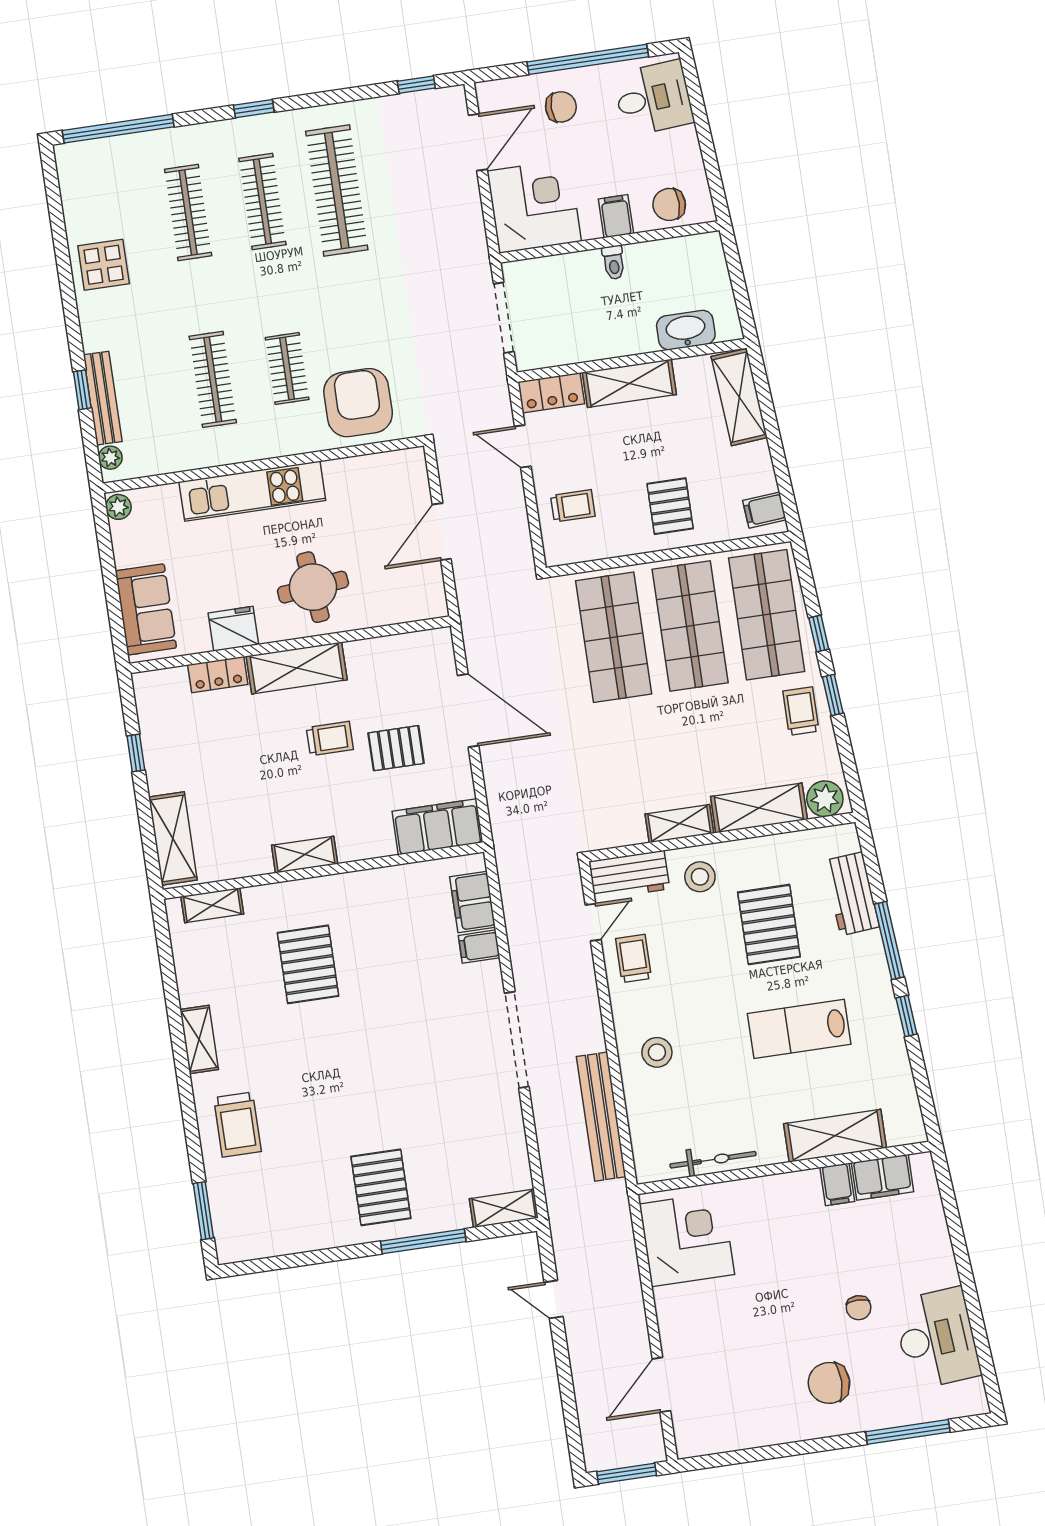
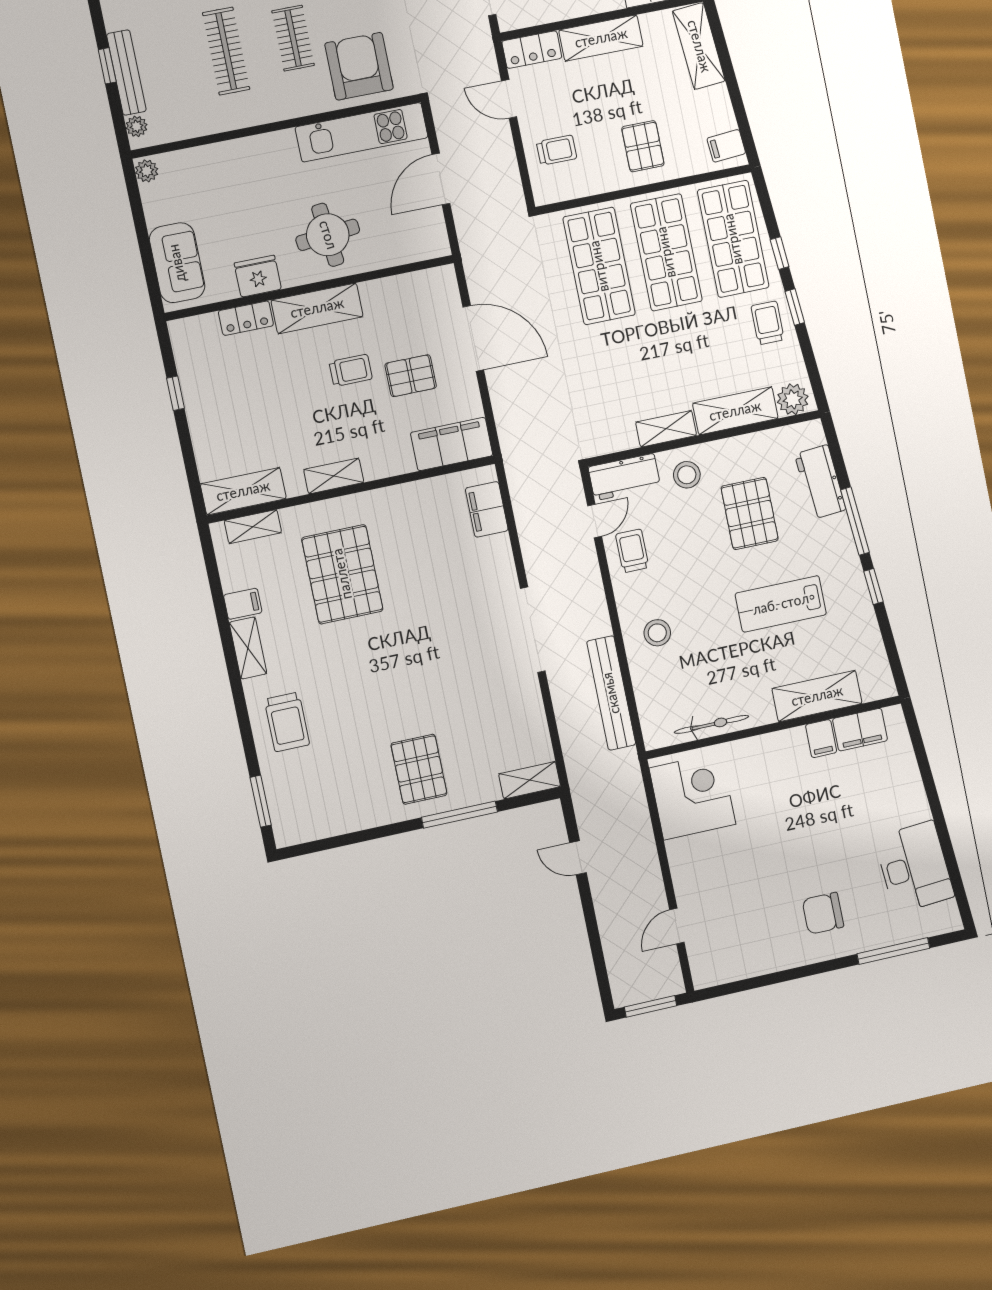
kitchen unit: (252, 491) -> (362, 132), moved
shelving: (173, 839) -> (243, 491), moved, turned 90
filing cabinet: (479, 947) -> (243, 604), moved, turned 180
pallet: (308, 964) -> (342, 574), width x1.37, depth x1.41
chair: (859, 1308) -> (845, 846), removed
door: (661, 1385) -> (677, 926), width x0.73

